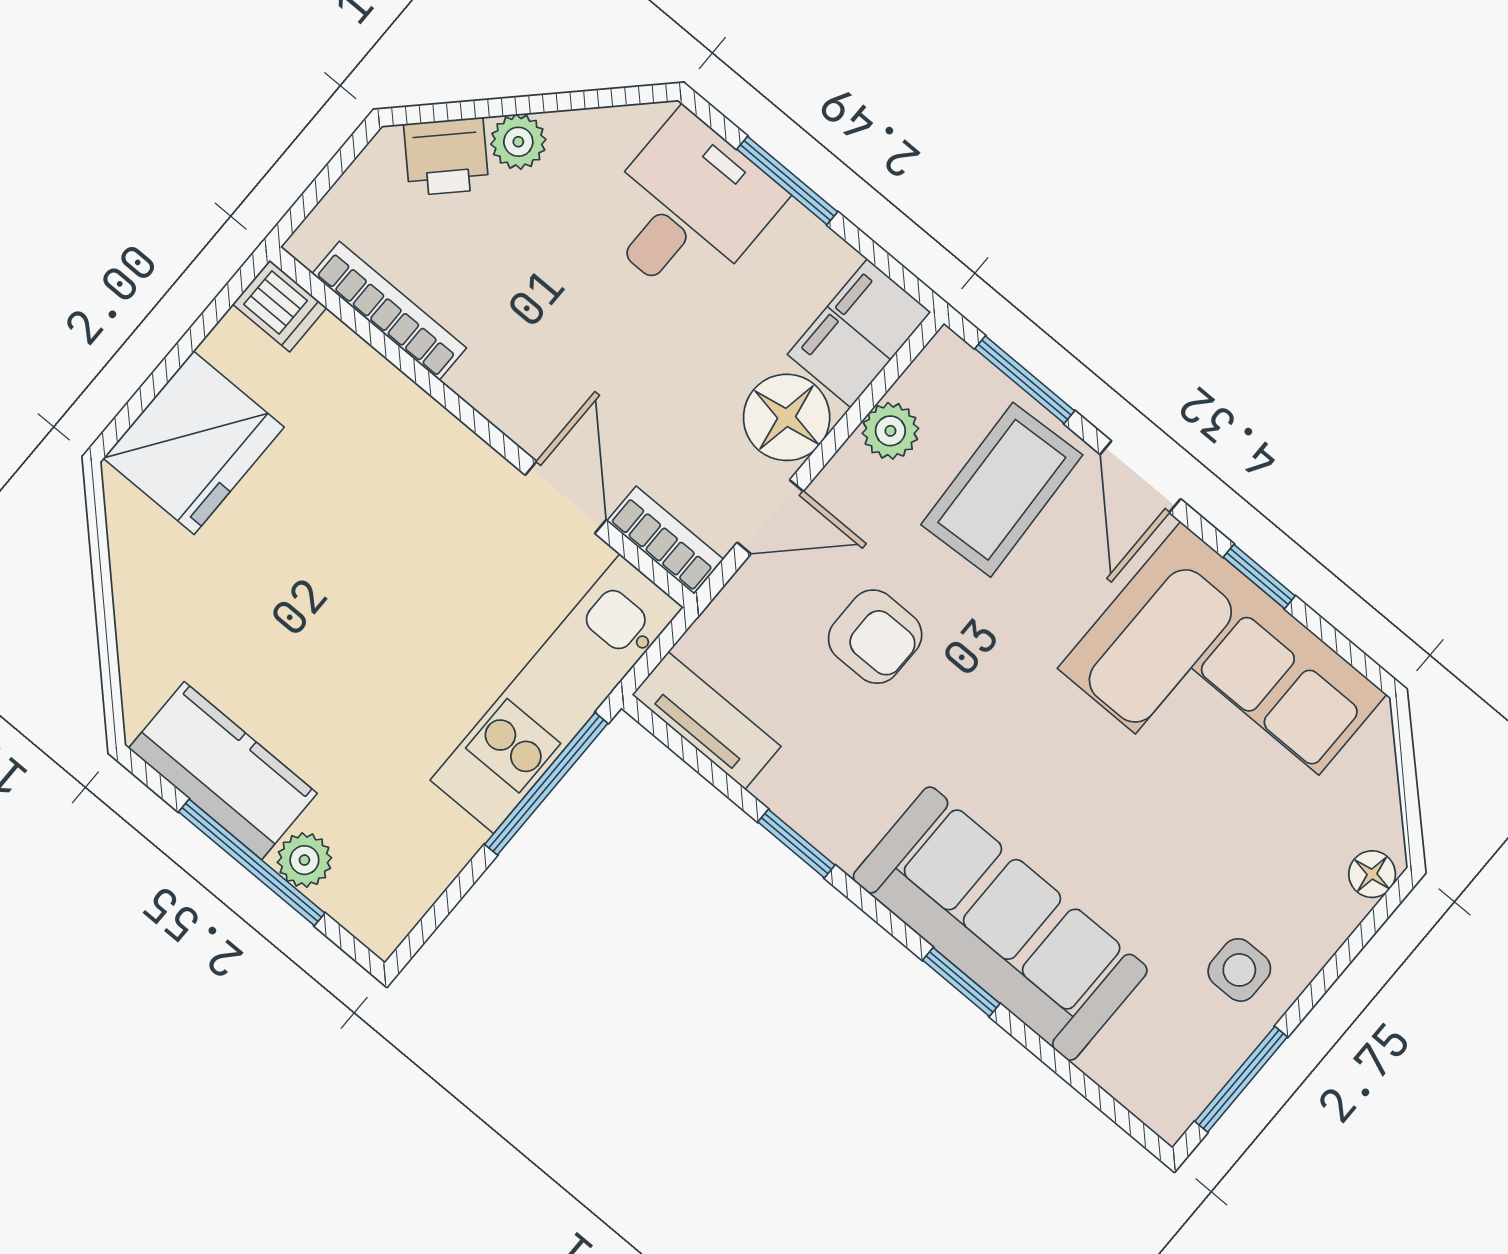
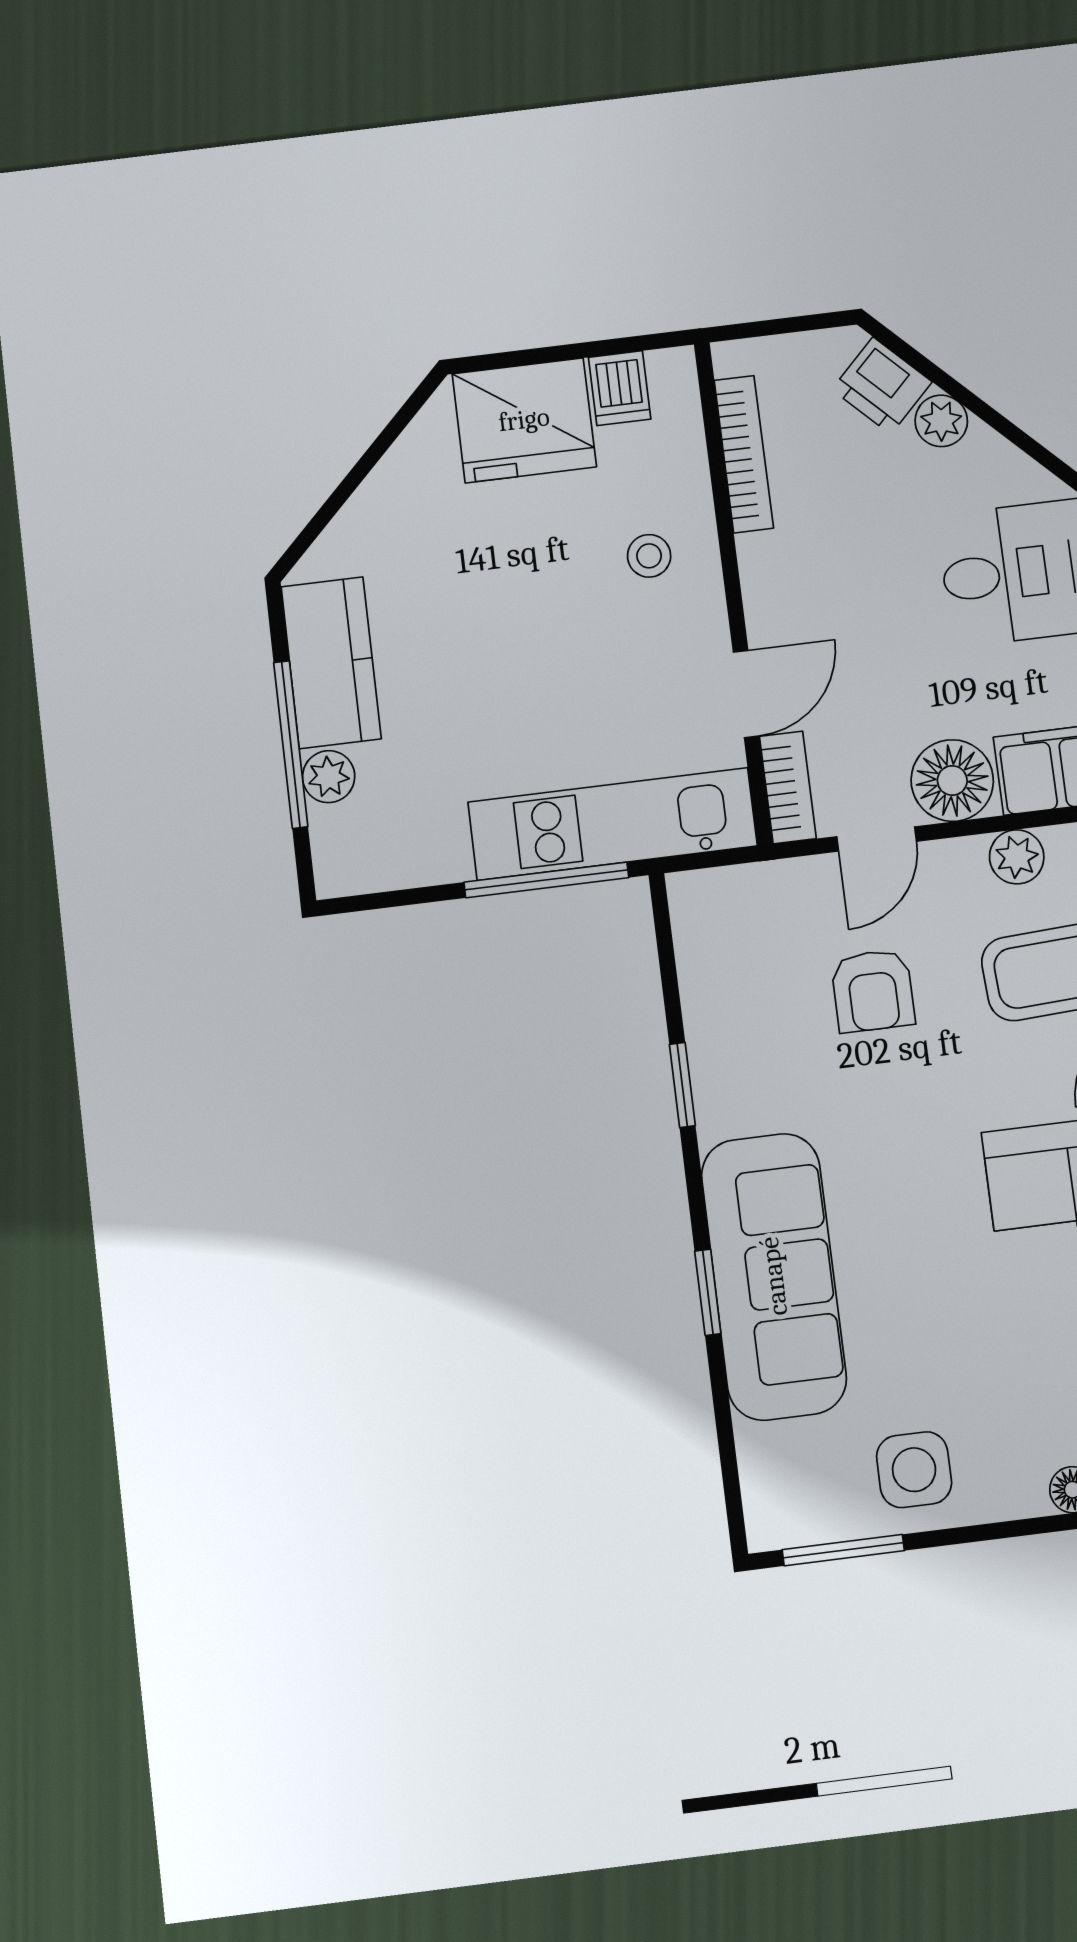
dishwasher: (280, 306) -> (620, 388), moved
stool: (390, 459) -> (649, 556), added
door: (770, 517) -> (877, 839), hinge flipped
tv unit: (706, 721) -> (700, 940), removed
side table: (1239, 970) -> (914, 1470), width x1.37, depth x1.37

